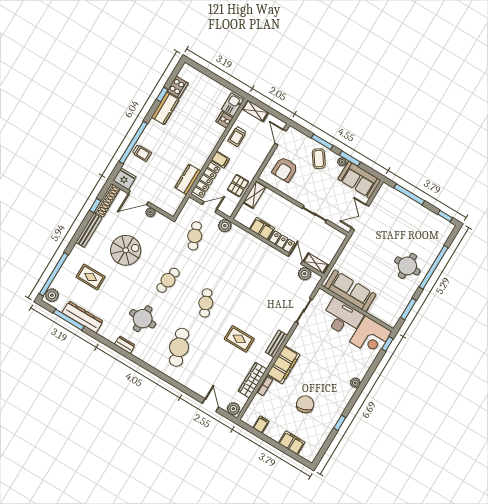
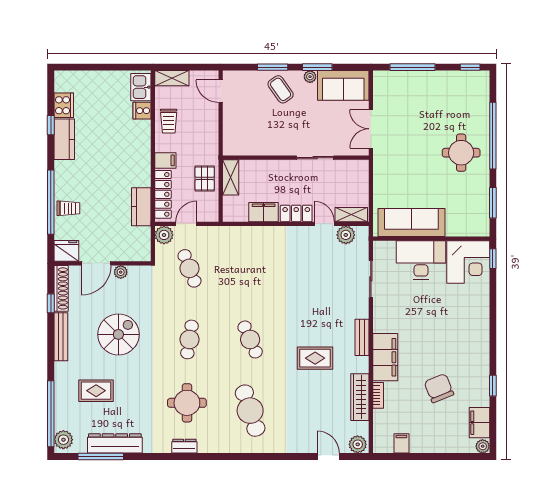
armchair: (285, 169) -> (248, 126), removed
plant: (225, 226) -> (164, 235), moved
plant: (355, 383) -> (483, 446), moved
filing cabinet: (292, 443) -> (479, 423), moved, turned -90

